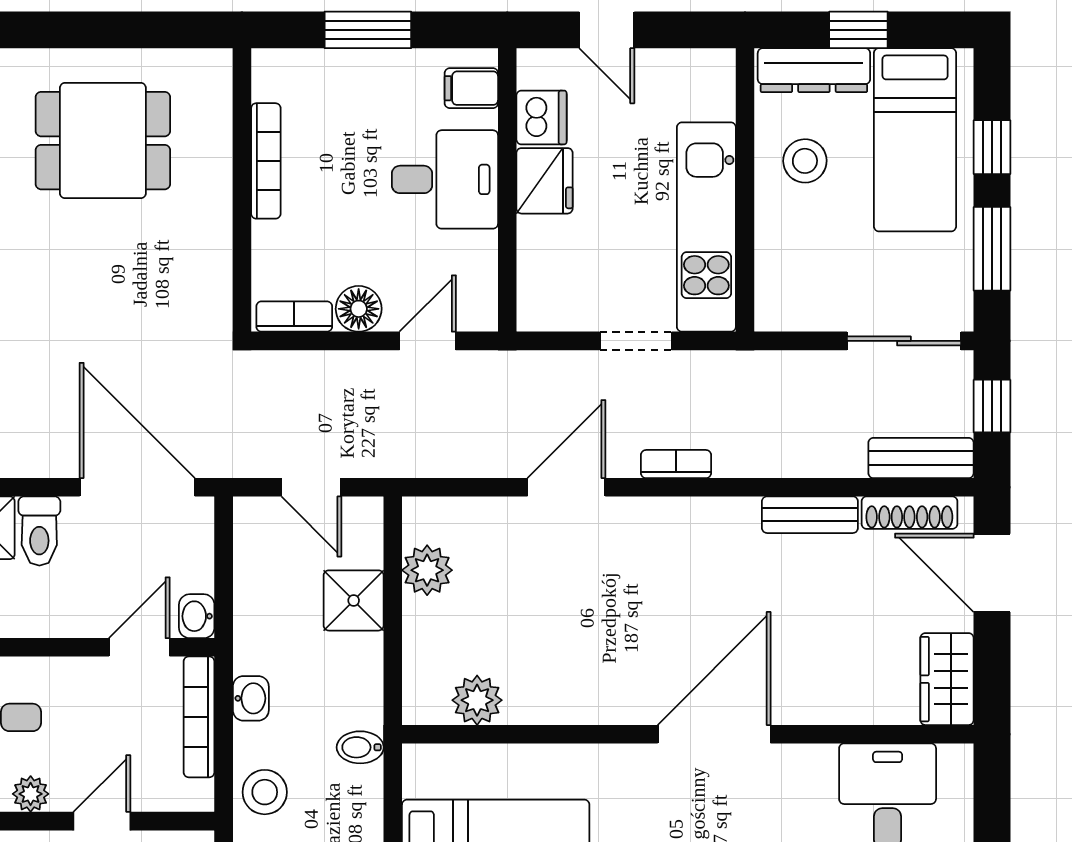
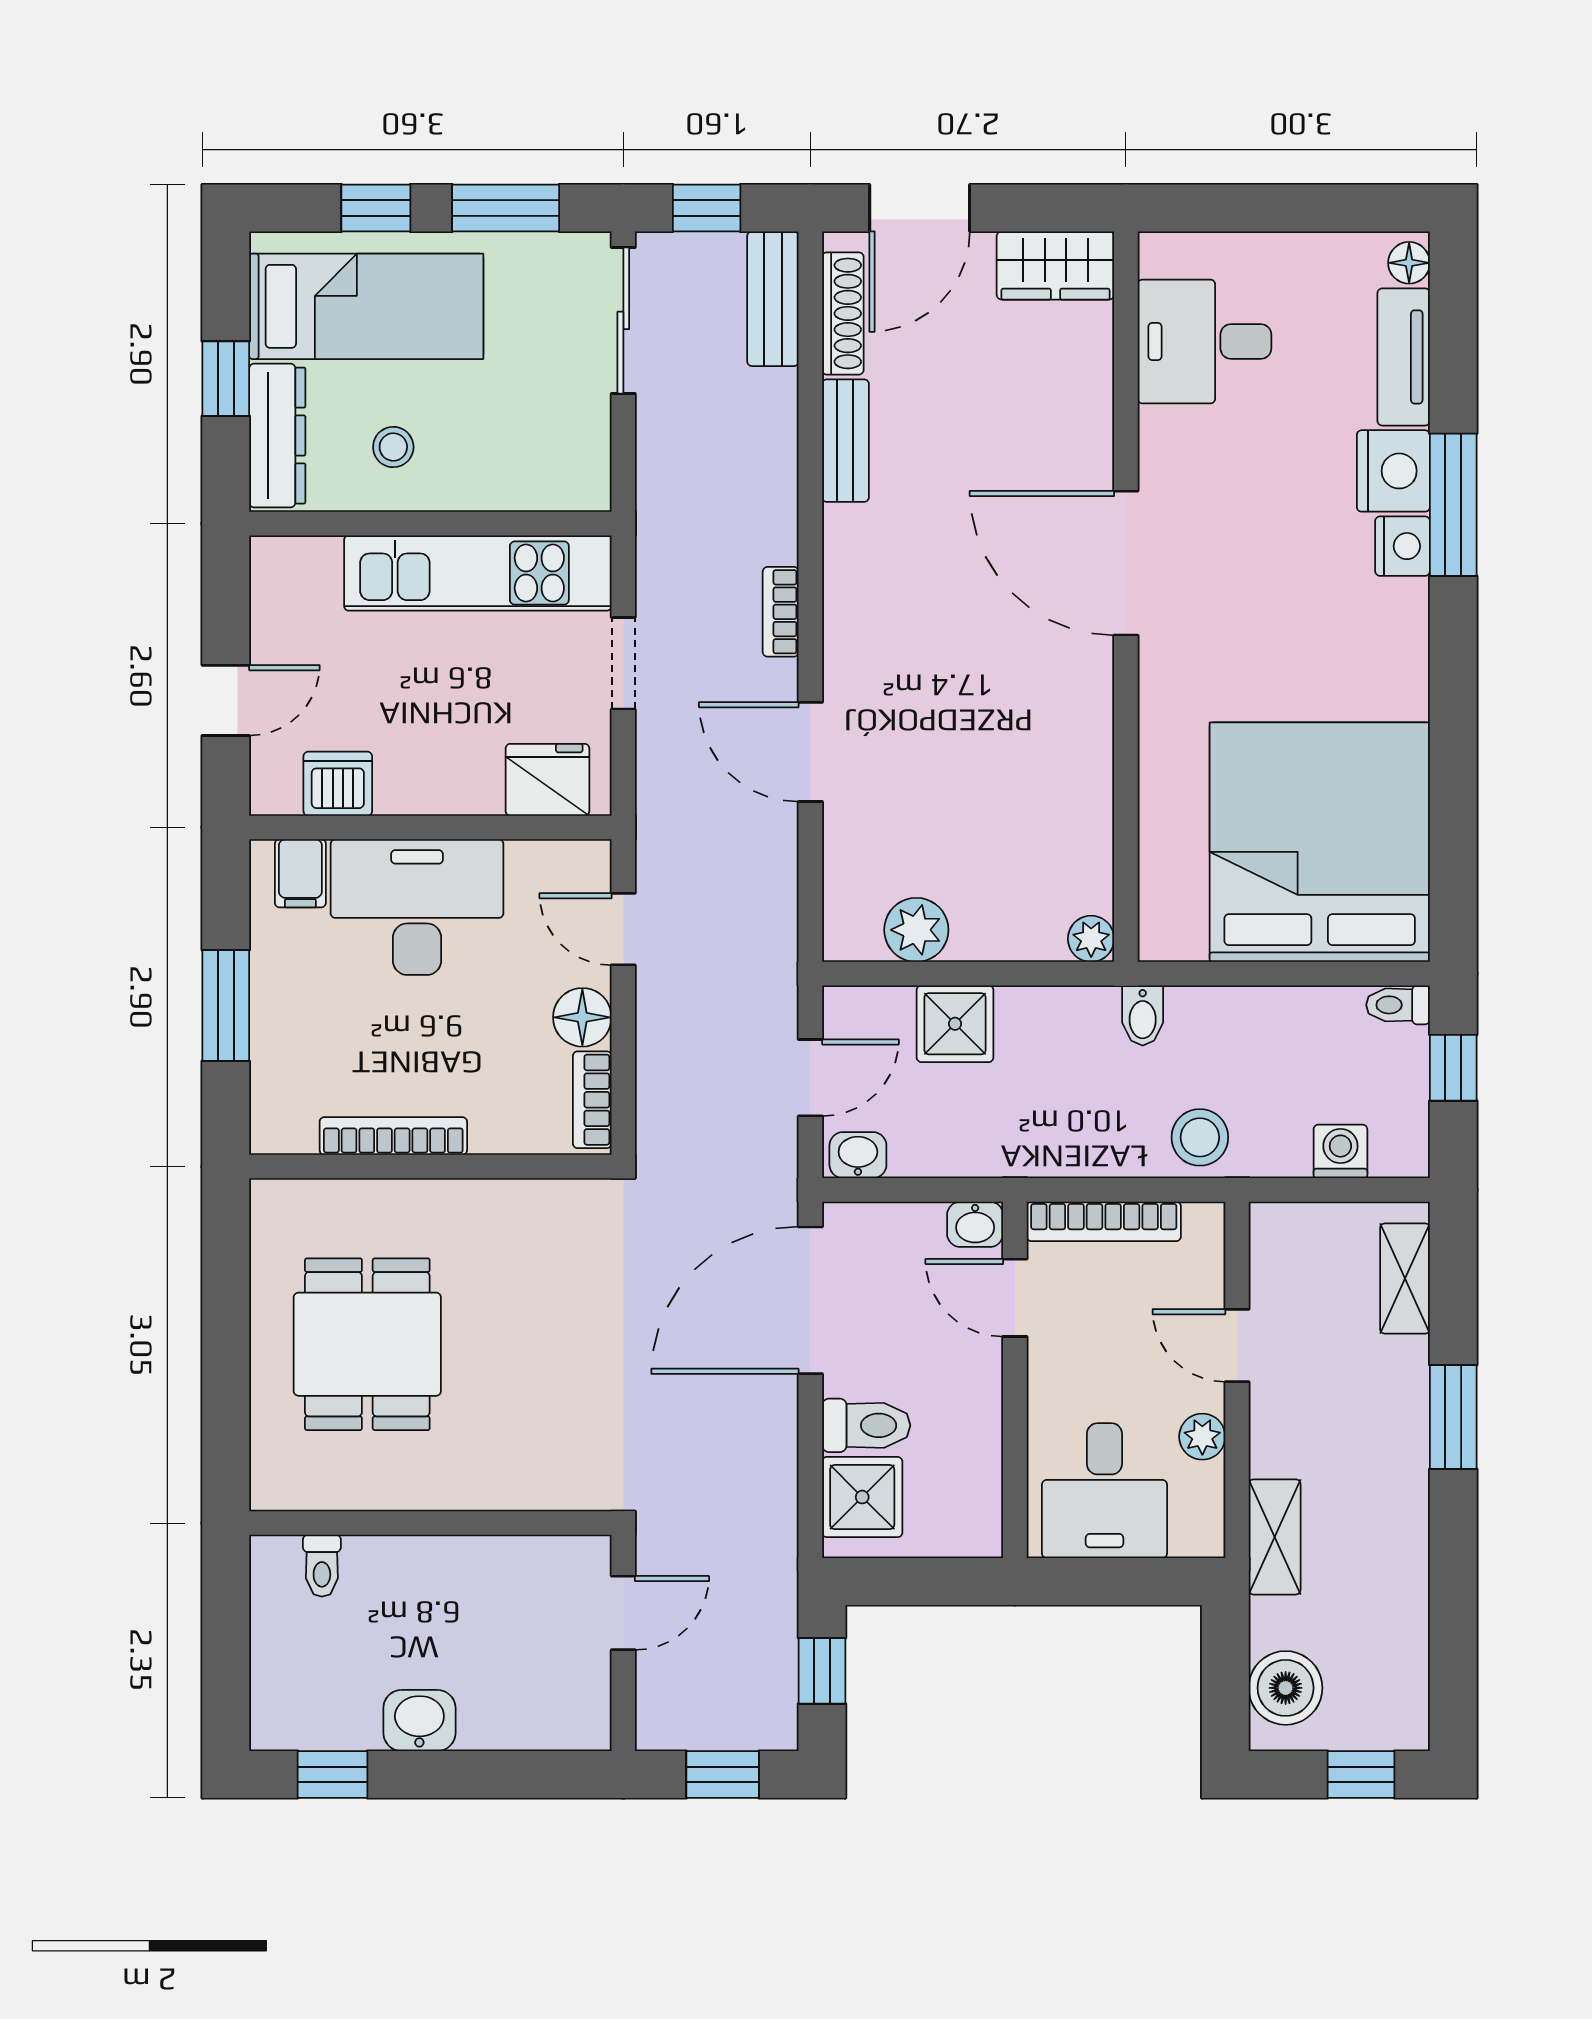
stool: (805, 161) -> (393, 447), width x0.73, depth x0.73
desk: (445, 179) -> (417, 907), width x1.37
fridge: (545, 181) -> (547, 780), moved
washbasin: (251, 698) -> (858, 1155), moved
plant: (477, 700) -> (1091, 939), moved, width x0.73, depth x0.73

